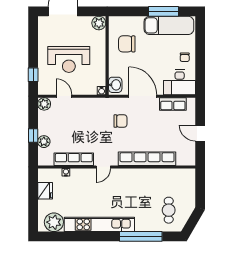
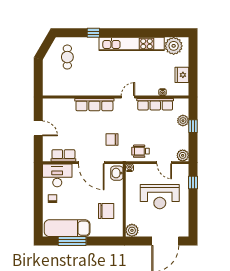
reception desk: (69, 59) -> (160, 197), turned 180
wheelchair: (90, 108) -> (141, 151), added
row of seats: (147, 159) -> (94, 105), width x0.73
window: (141, 236) -> (93, 33), width x0.32

